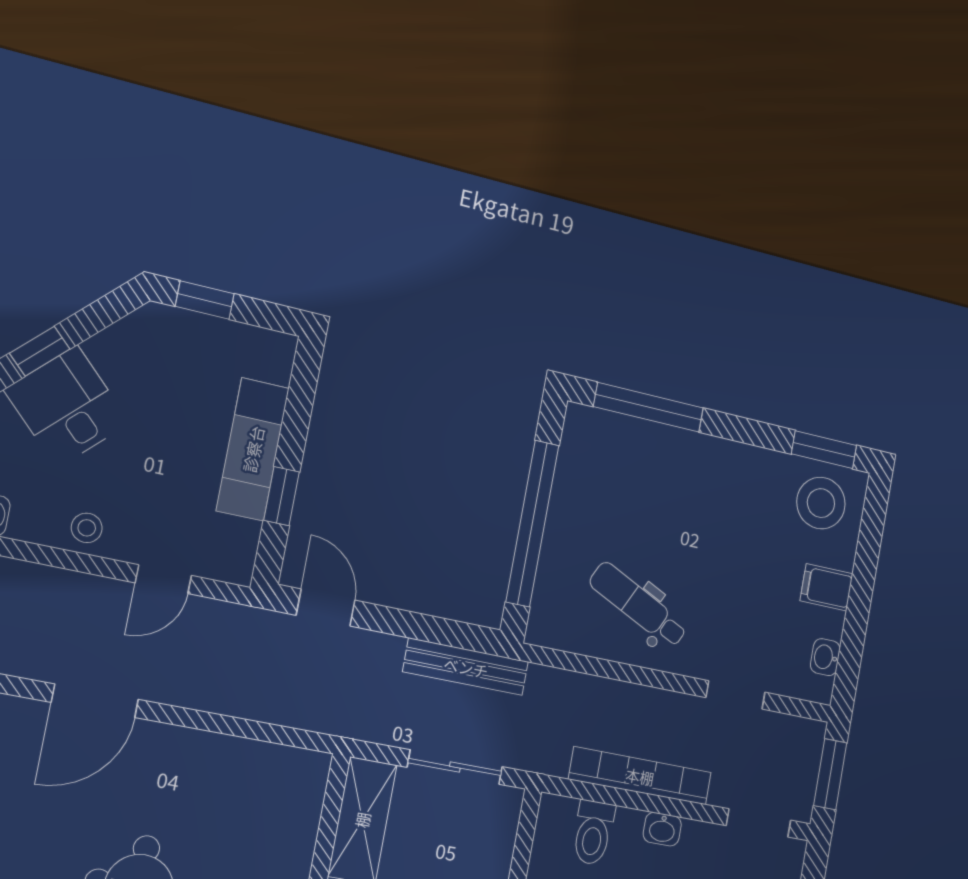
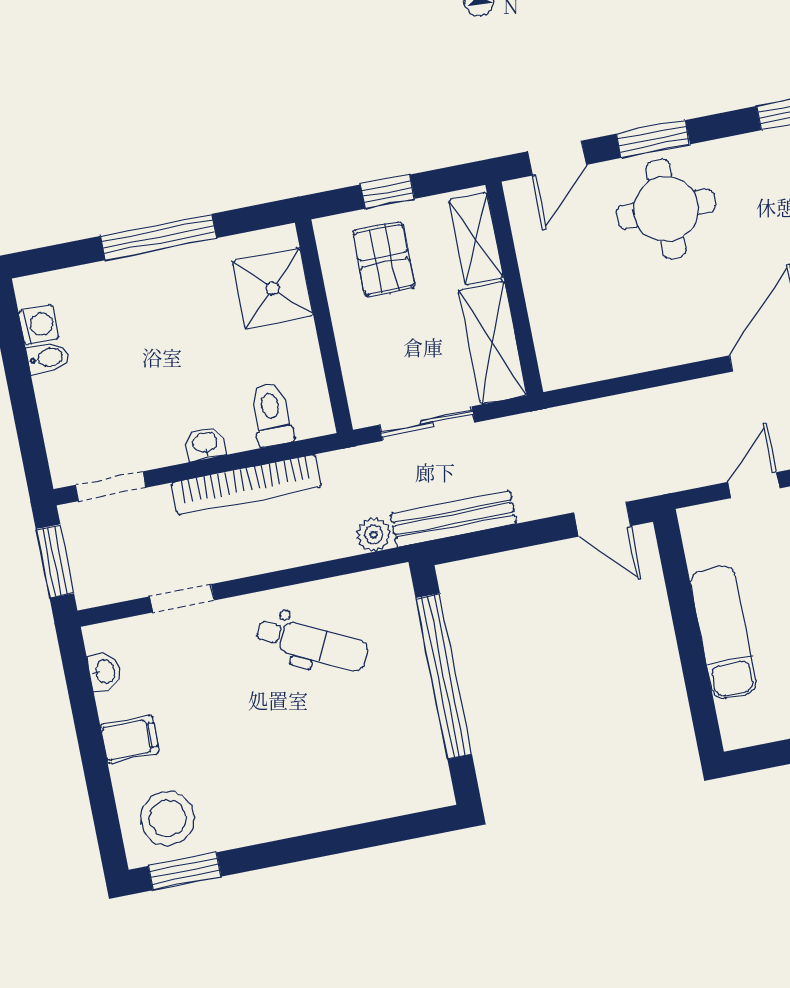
window: (649, 407) -> (376, 833), removed
window: (282, 496) -> (681, 602), removed
plant: (545, 682) -> (374, 535), added

